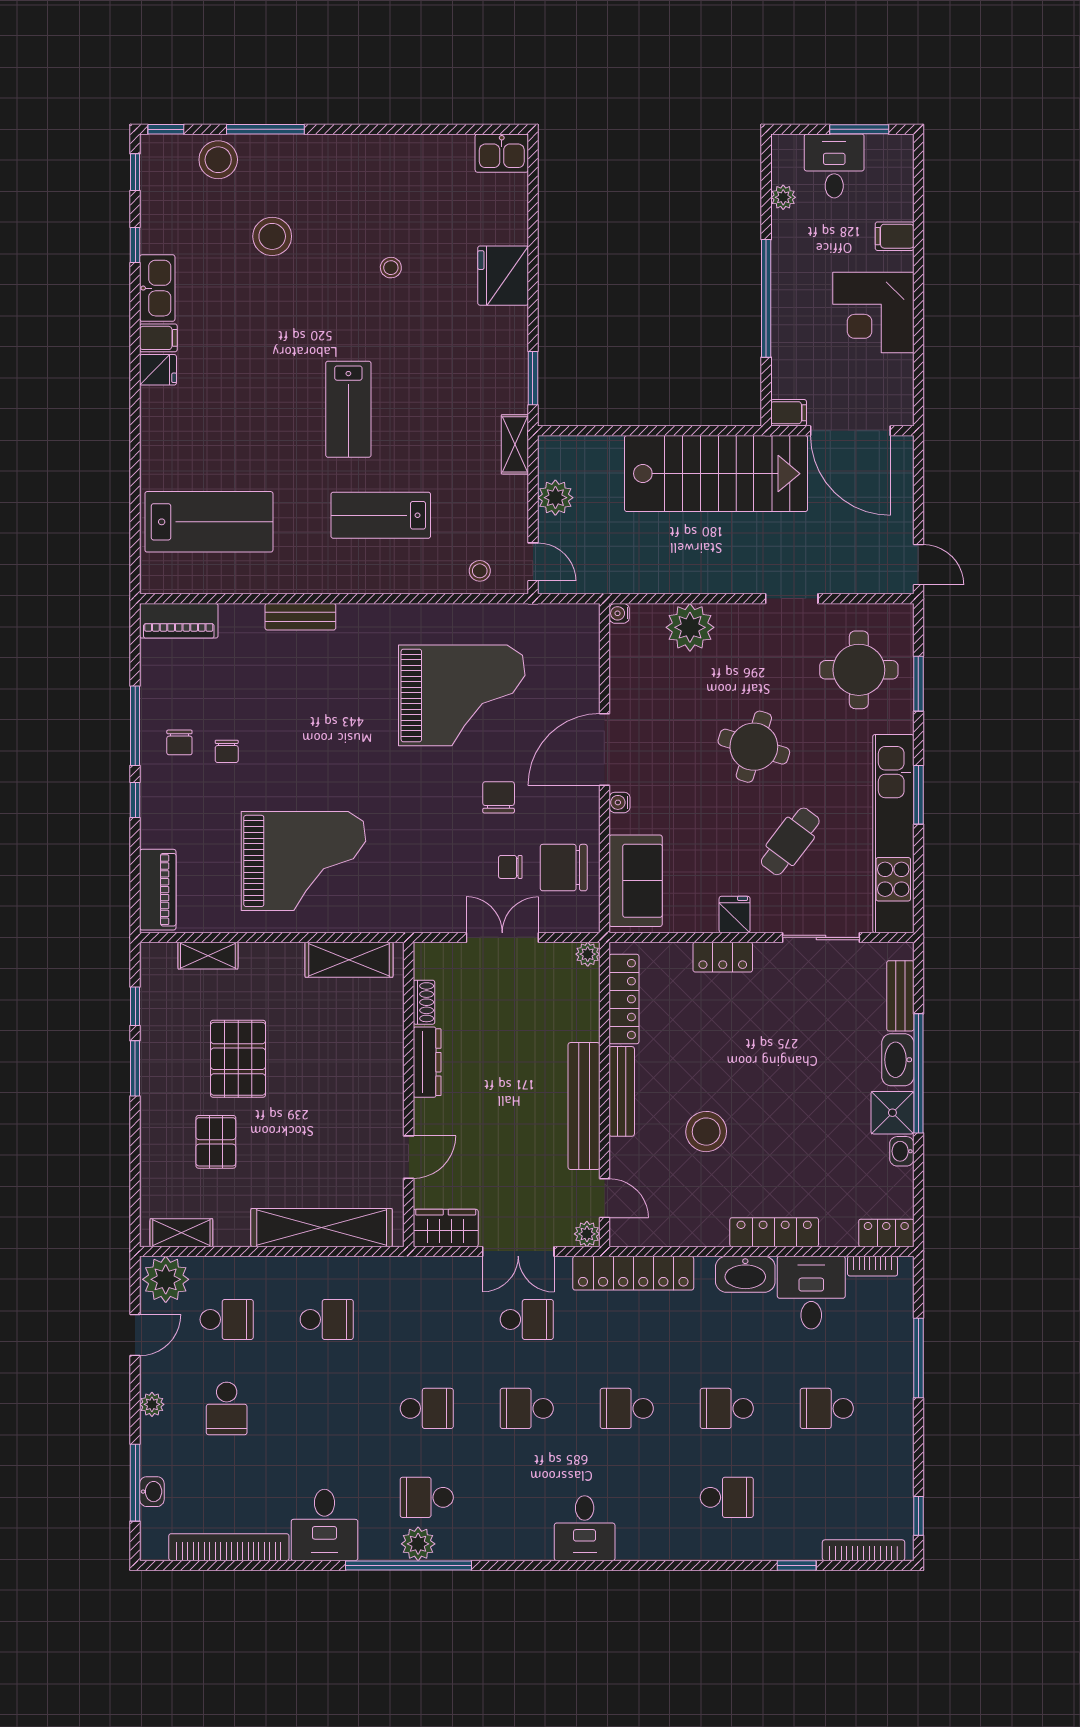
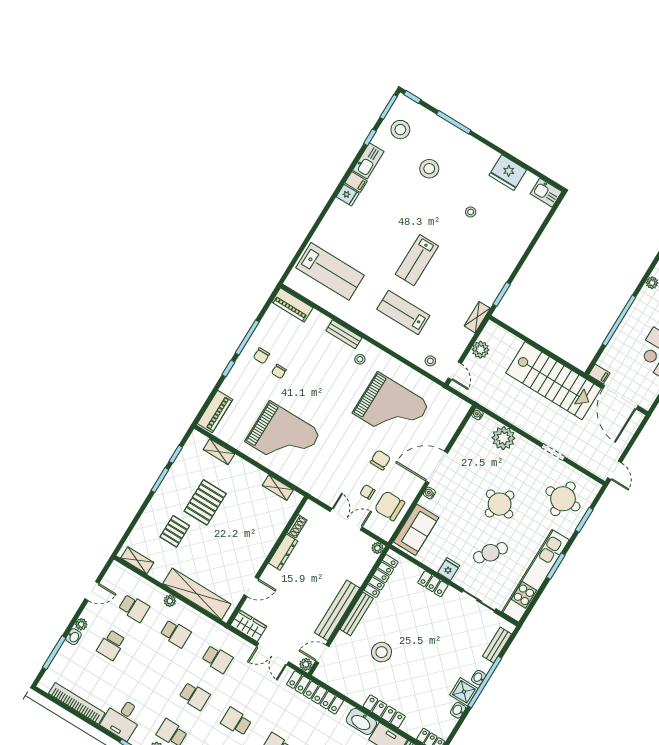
stool: (218, 160) -> (400, 130), moved
window: (135, 172) -> (389, 107), width x1.50
fridge: (503, 276) -> (508, 173), moved, turned -90
stool: (355, 643) -> (360, 359), added
shelving: (349, 960) -> (278, 488), width x0.67, depth x0.75
washbasin: (898, 1060) -> (478, 678), width x0.52, depth x0.69
door: (604, 1198) -> (322, 654), swing flipped
plant: (166, 1279) -> (170, 601), moved, width x0.53, depth x0.53
school desk: (527, 1319) -> (217, 659), moved
washbasin: (152, 1492) -> (74, 637), moved

